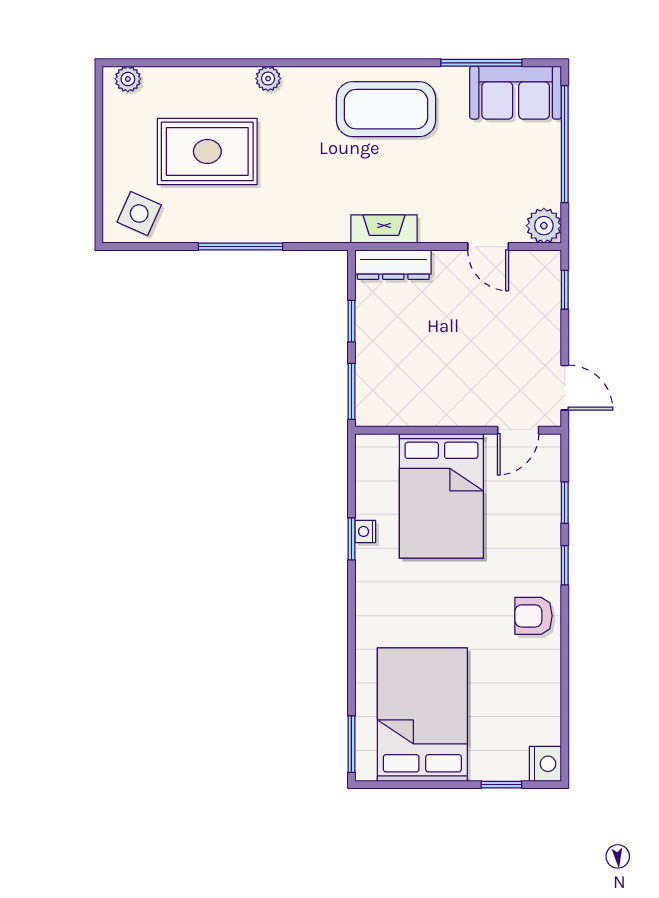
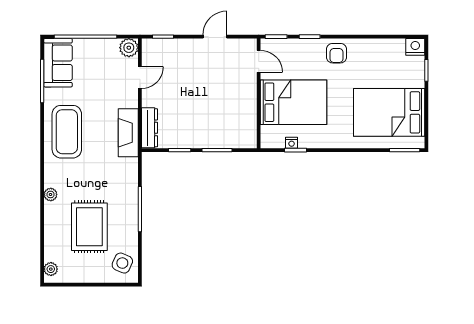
fireplace: (384, 229) -> (128, 133), width x1.37, depth x1.32
wall: (458, 430) -> (259, 93), moved
door: (518, 430) -> (259, 61), moved
bed: (441, 496) -> (294, 102), moved

